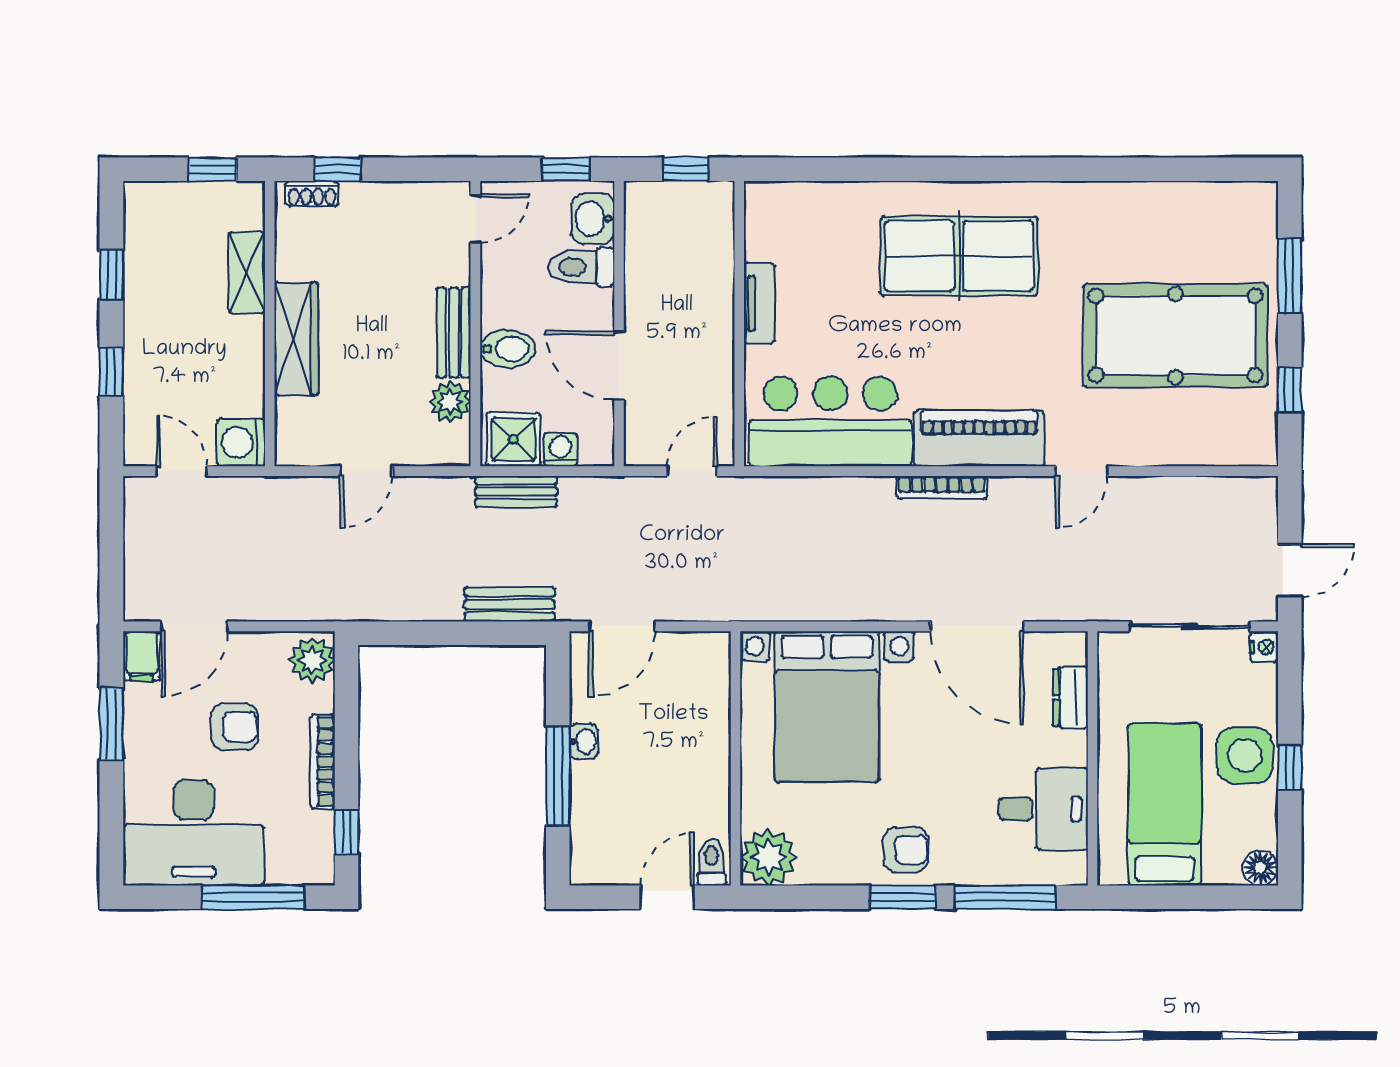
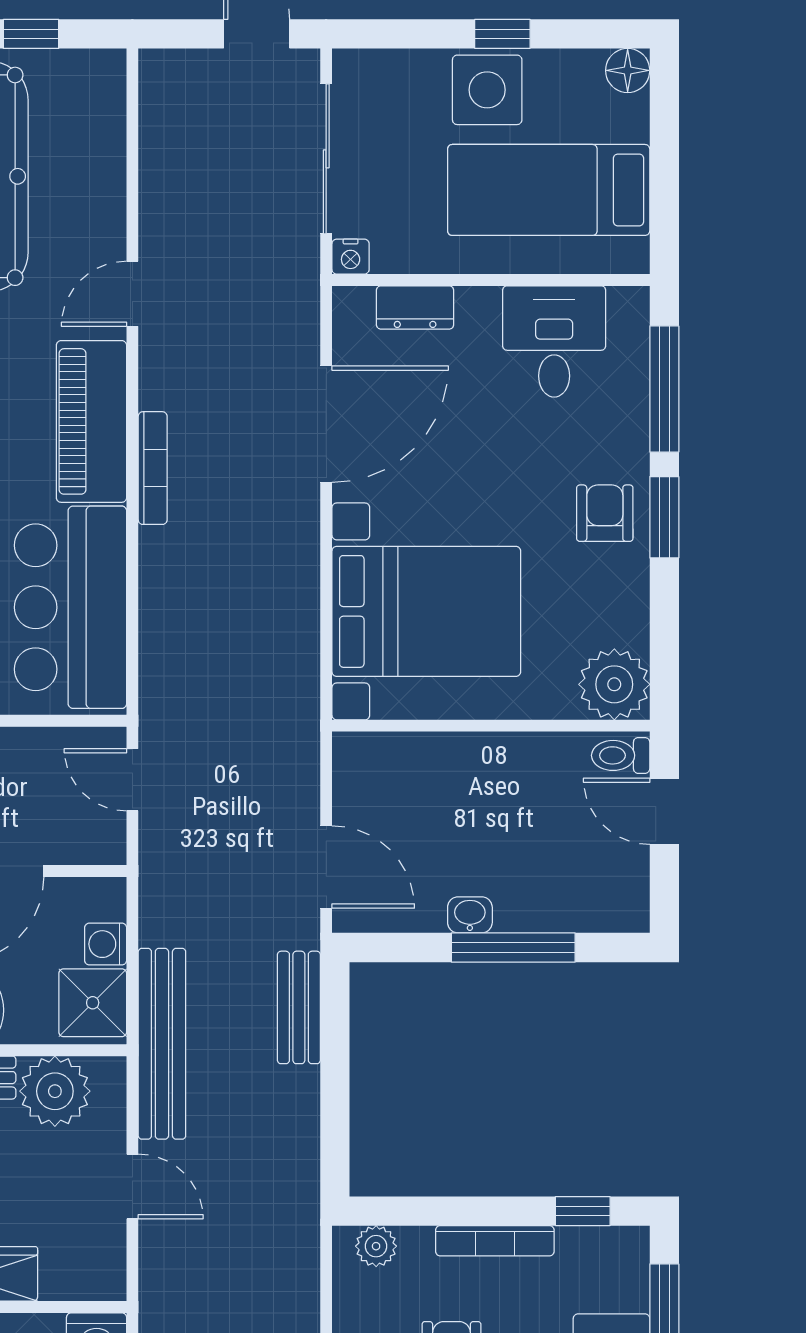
plant: (450, 402) -> (55, 1091), width x1.36, depth x1.36
door: (1081, 471) -> (132, 294), swing flipped
bench: (516, 491) -> (162, 1044), width x1.86, depth x1.21
nightstand: (1264, 647) -> (351, 257), moved, turned 180
plant: (312, 660) -> (376, 1246), width x0.73, depth x0.73

